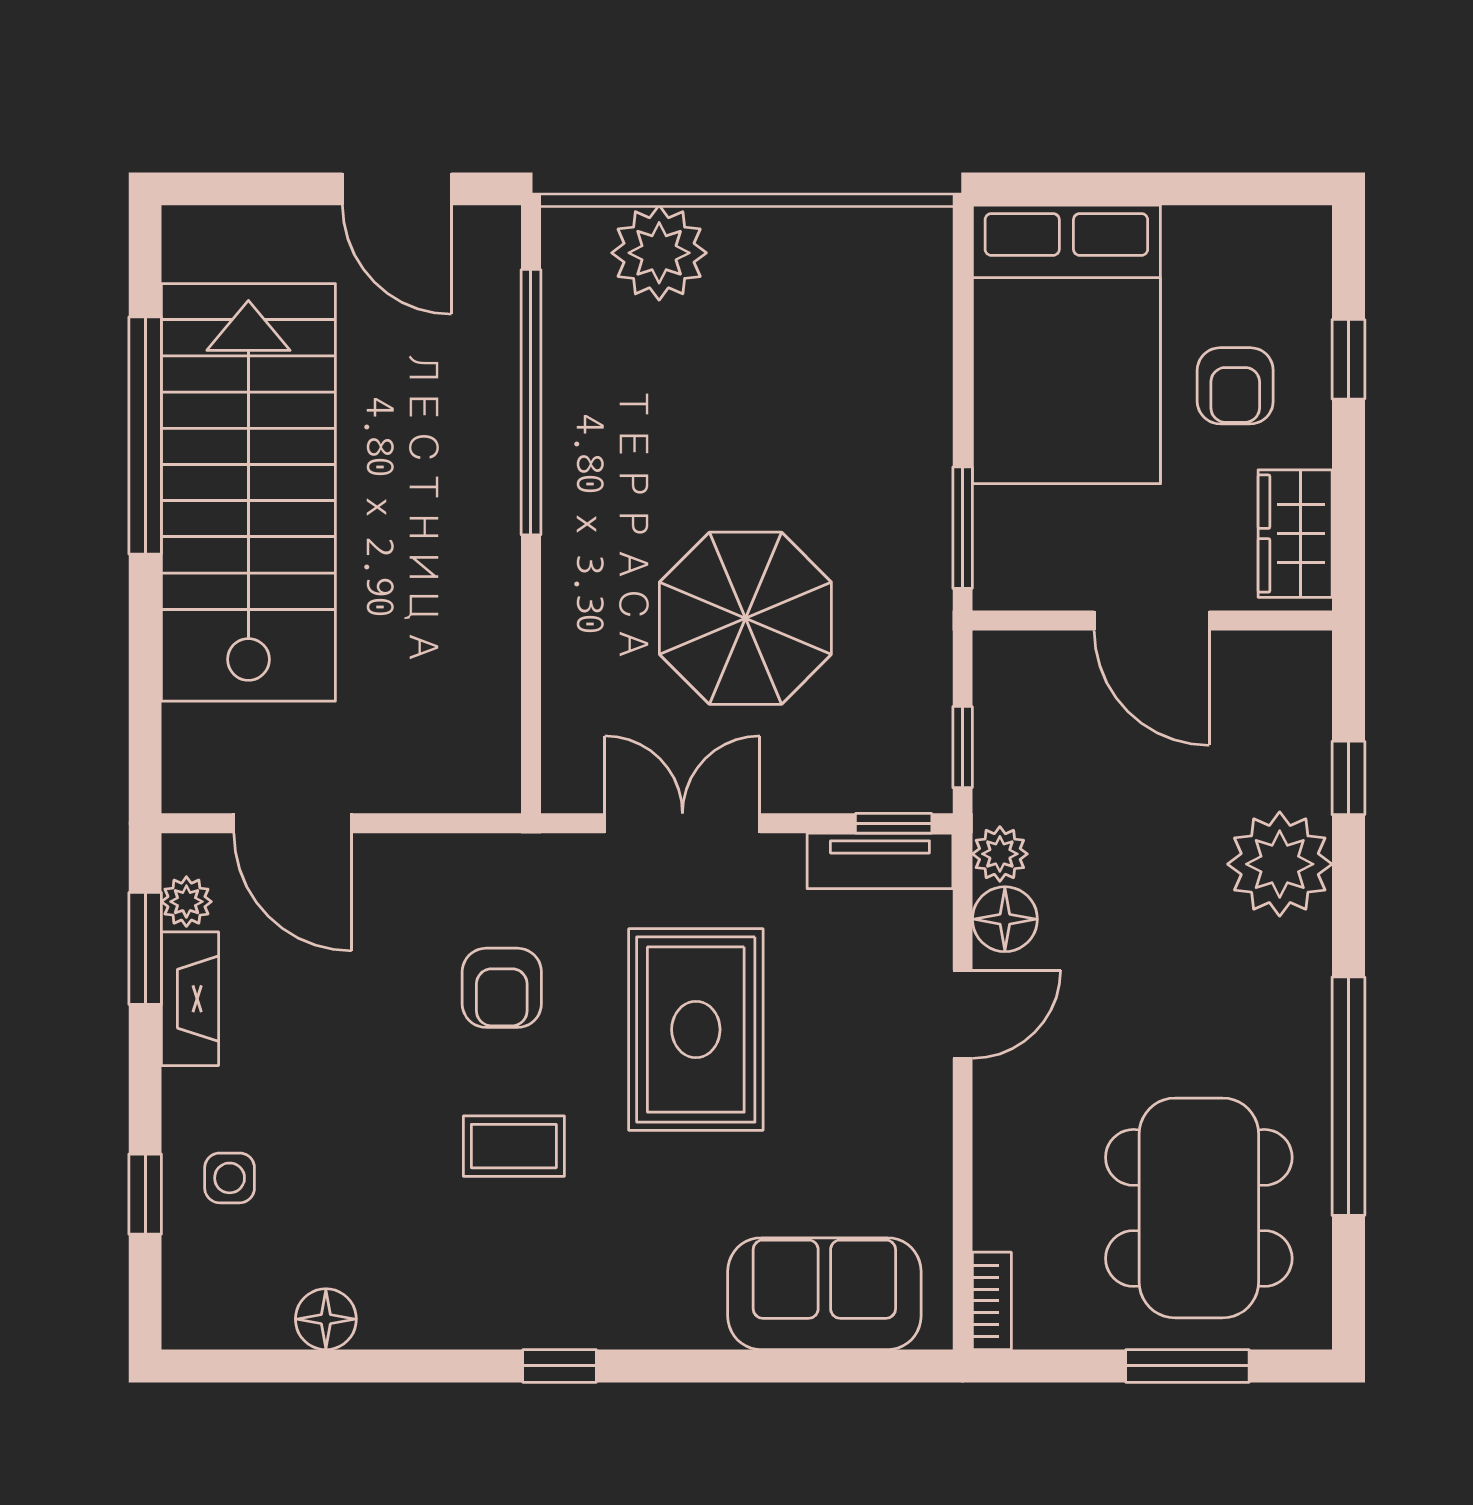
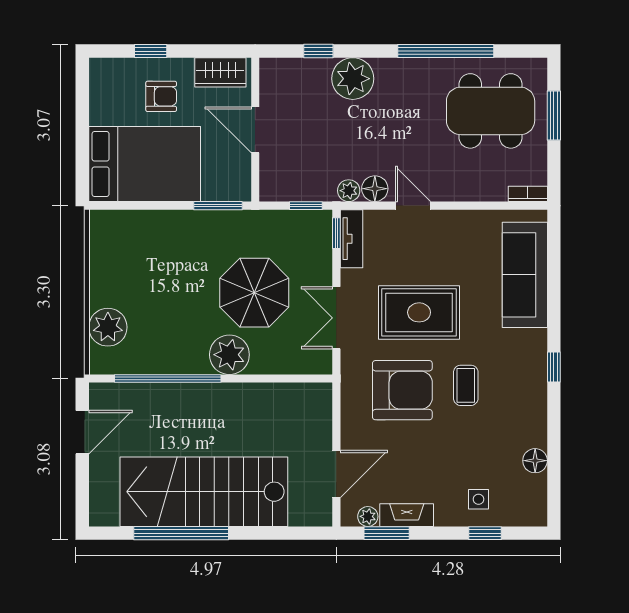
plant: (590, 556) -> (229, 355), added
door: (1152, 620) -> (255, 130), swing flipped
armchair: (502, 988) -> (402, 390), width x1.88, depth x1.88
sofa: (824, 1294) -> (525, 275), width x1.36

